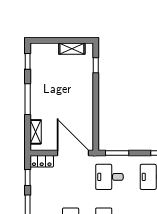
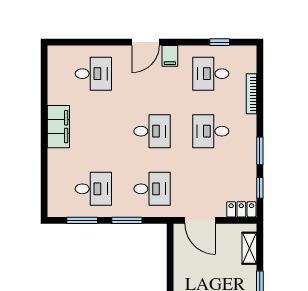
door: (73, 153) -> (200, 220), width x0.73
window: (117, 153) -> (127, 220), moved

